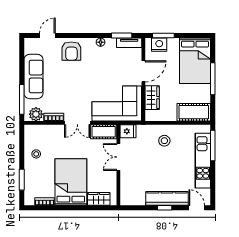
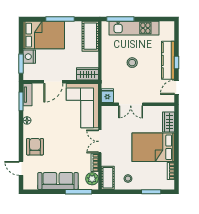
nightstand: (159, 45) -> (29, 57), moved
armchair: (71, 51) -> (35, 147), turned -90
door: (143, 71) -> (53, 82), swing flipped
wardrobe: (152, 98) -> (87, 74), moved
double door: (77, 123) -> (100, 141), swing flipped
cot: (104, 132) -> (108, 178), moved
stool: (164, 141) -> (132, 63), moved
door: (197, 208) -> (177, 87), moved

